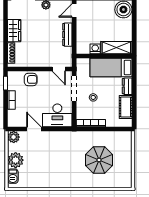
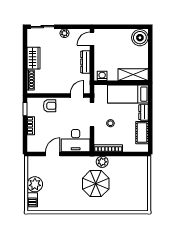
washing machine: (95, 49) -> (102, 76), moved
door: (59, 69) -> (77, 96), swing flipped
door: (34, 129) -> (53, 154), hinge flipped
plant: (14, 137) -> (102, 162), moved
parasol: (99, 160) -> (96, 184), moved

